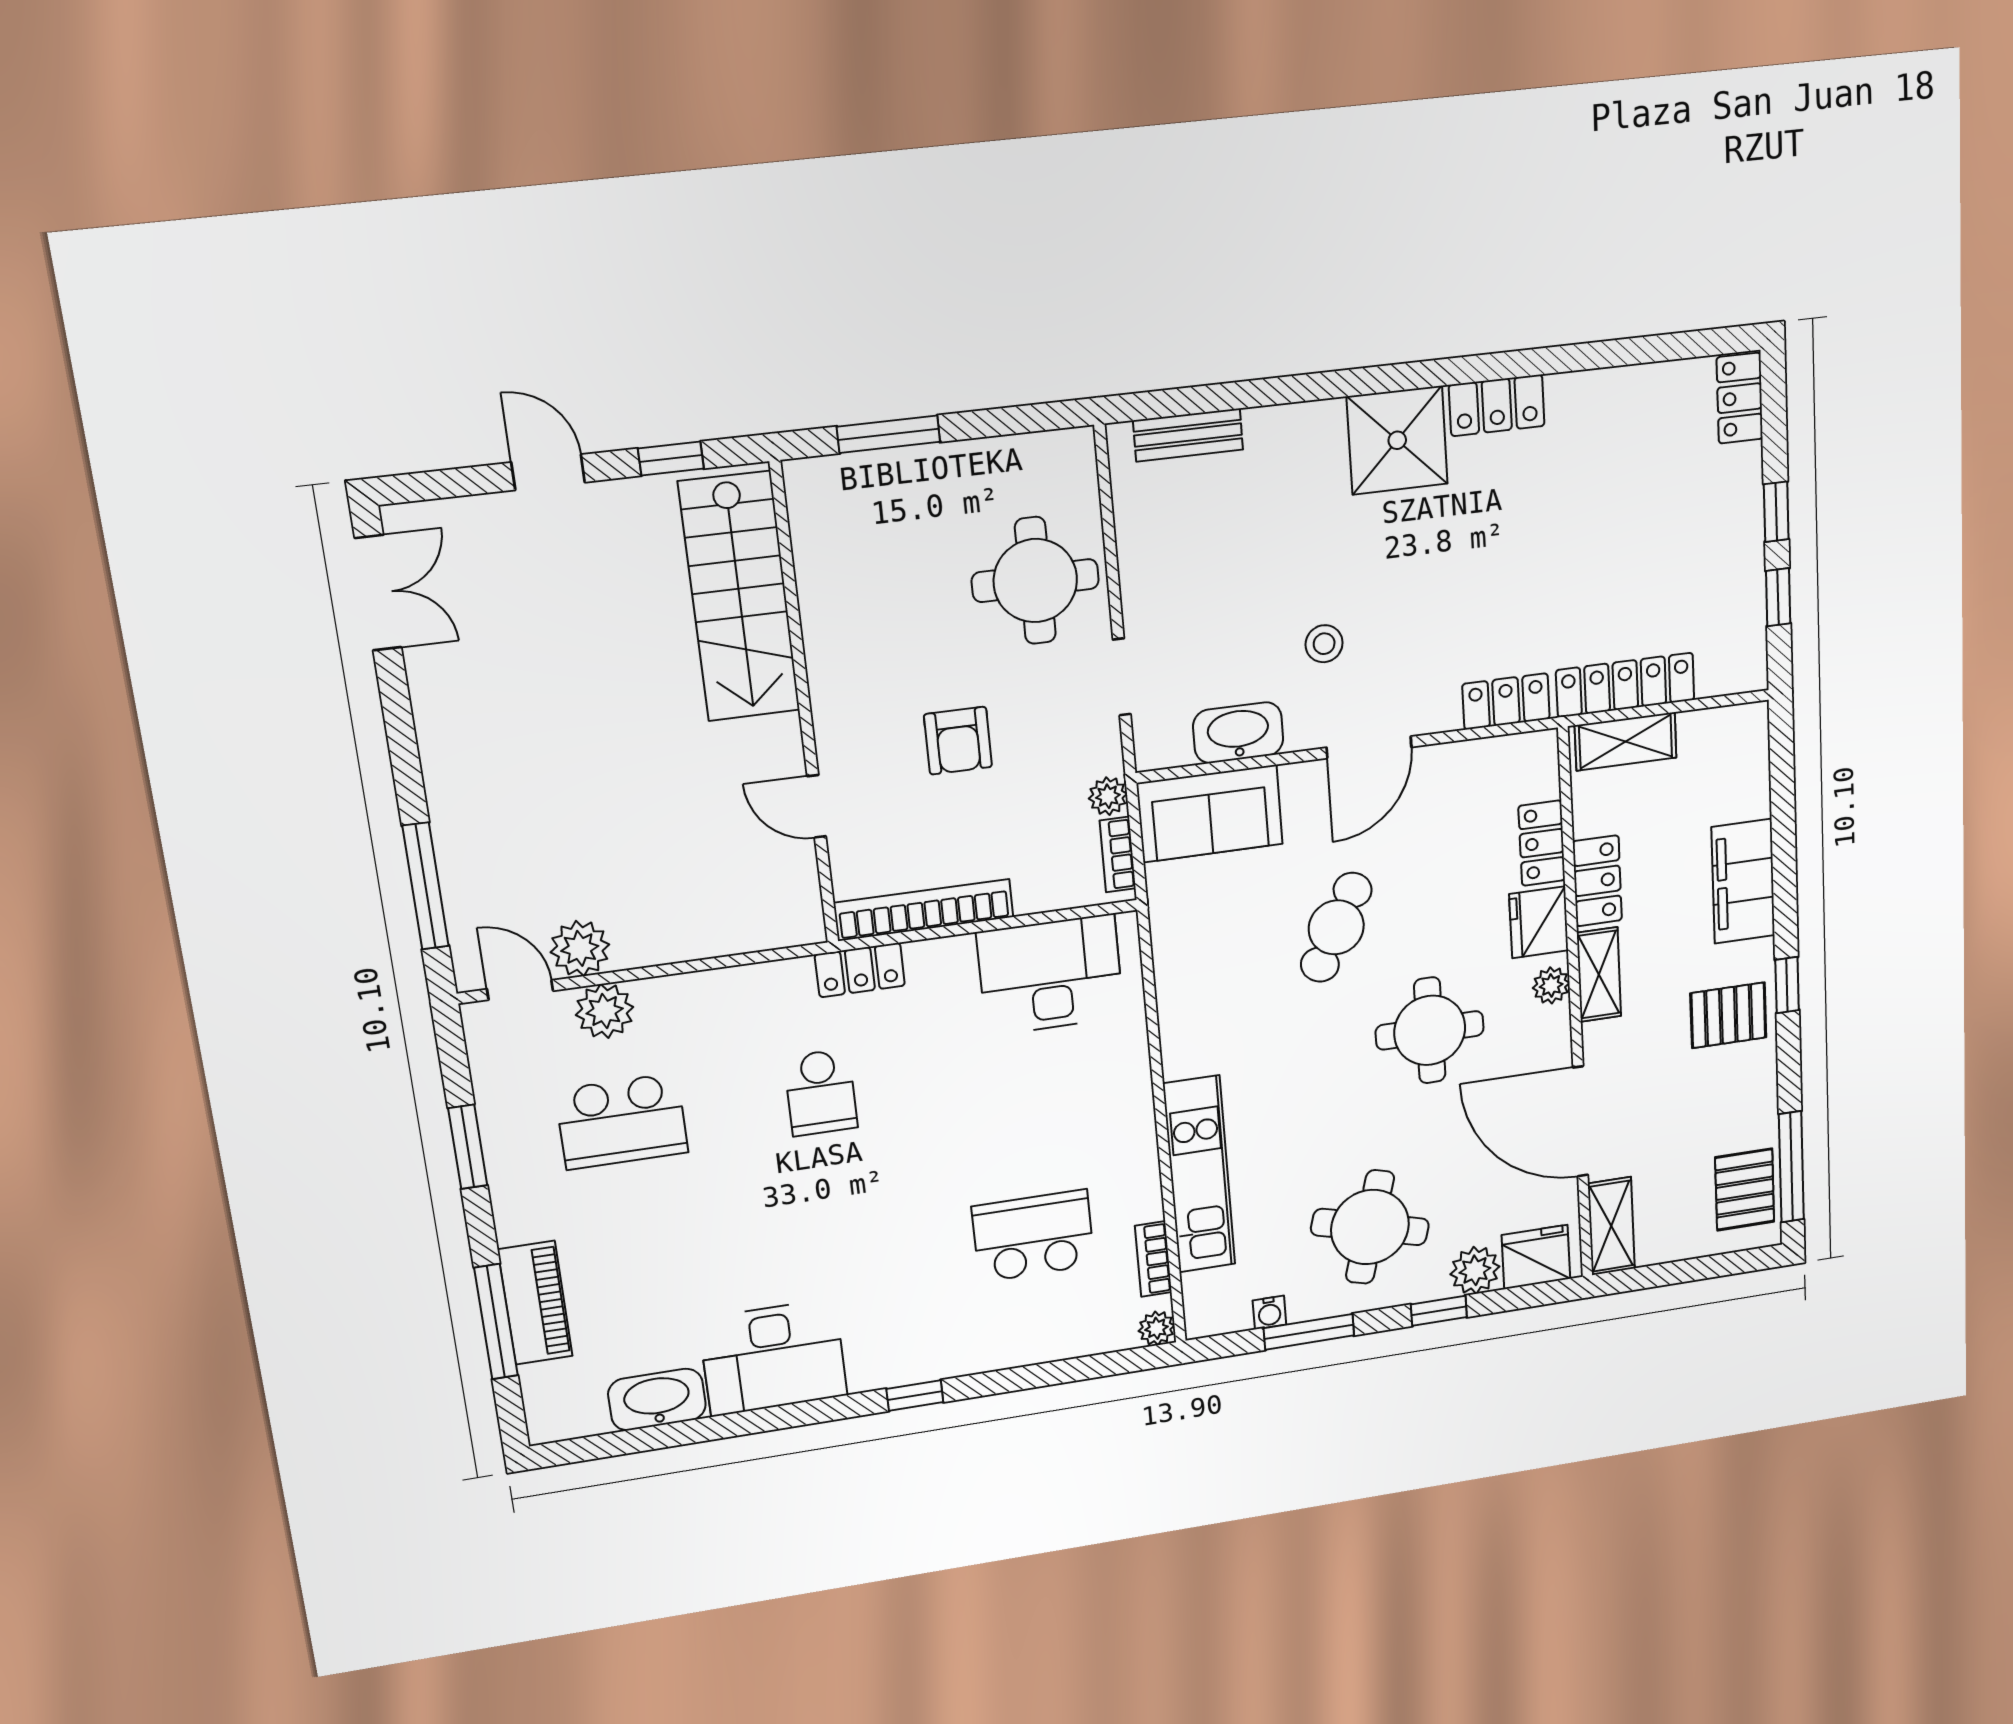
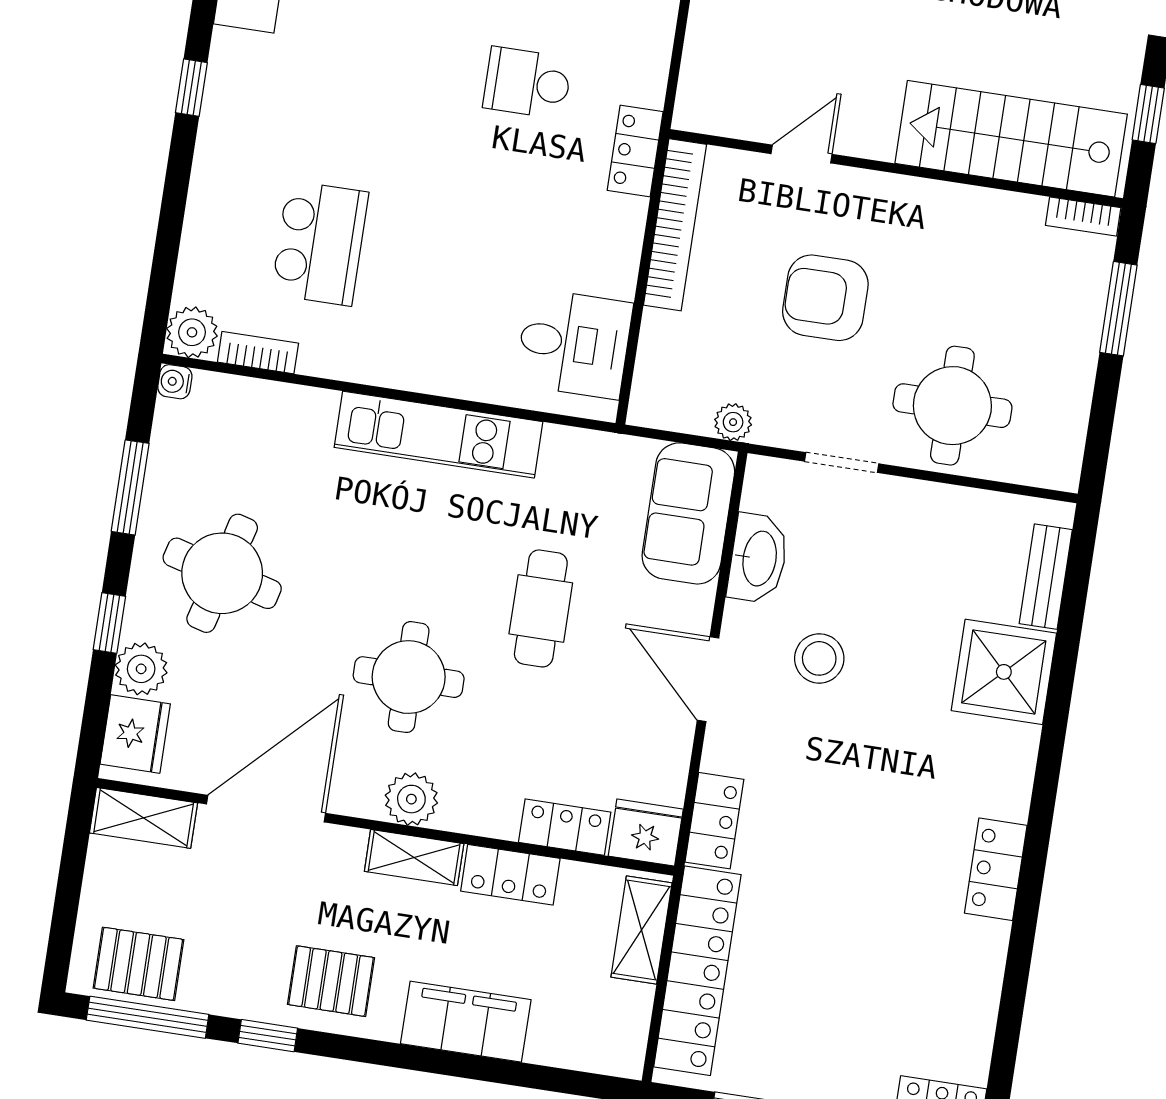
shower: (1397, 440) -> (1004, 672), moved
stool: (1324, 644) -> (819, 658), width x1.37, depth x1.37
locker: (1625, 685) -> (697, 971), width x1.41, depth x1.21
armchair: (958, 741) -> (825, 298), width x1.38, depth x1.38
bookcase: (1118, 855) -> (1083, 217), moved, turned 180
fridge: (1539, 922) -> (646, 833), moved
cafe table: (1336, 927) -> (541, 608), turned 62
desk: (1050, 975) -> (574, 344), width x0.73
plant: (1551, 985) -> (411, 799), width x1.38, depth x1.38
window: (1787, 985) -> (268, 1036), moved
pallet: (1728, 1015) -> (331, 981), turned 90
kitchen unit: (1199, 1174) -> (439, 435), moved
water cooler: (1269, 1312) -> (175, 382), moved
plant: (1157, 1328) -> (192, 332), width x1.38, depth x1.38

